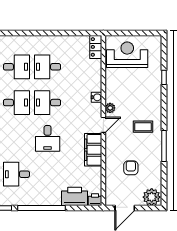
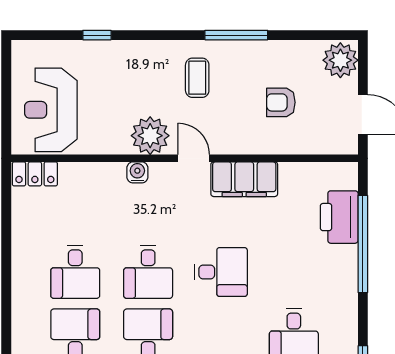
plant: (110, 108) -> (150, 136), width x1.88, depth x1.88
printer: (95, 200) -> (346, 175), removed
window: (41, 208) -> (363, 244), moved

